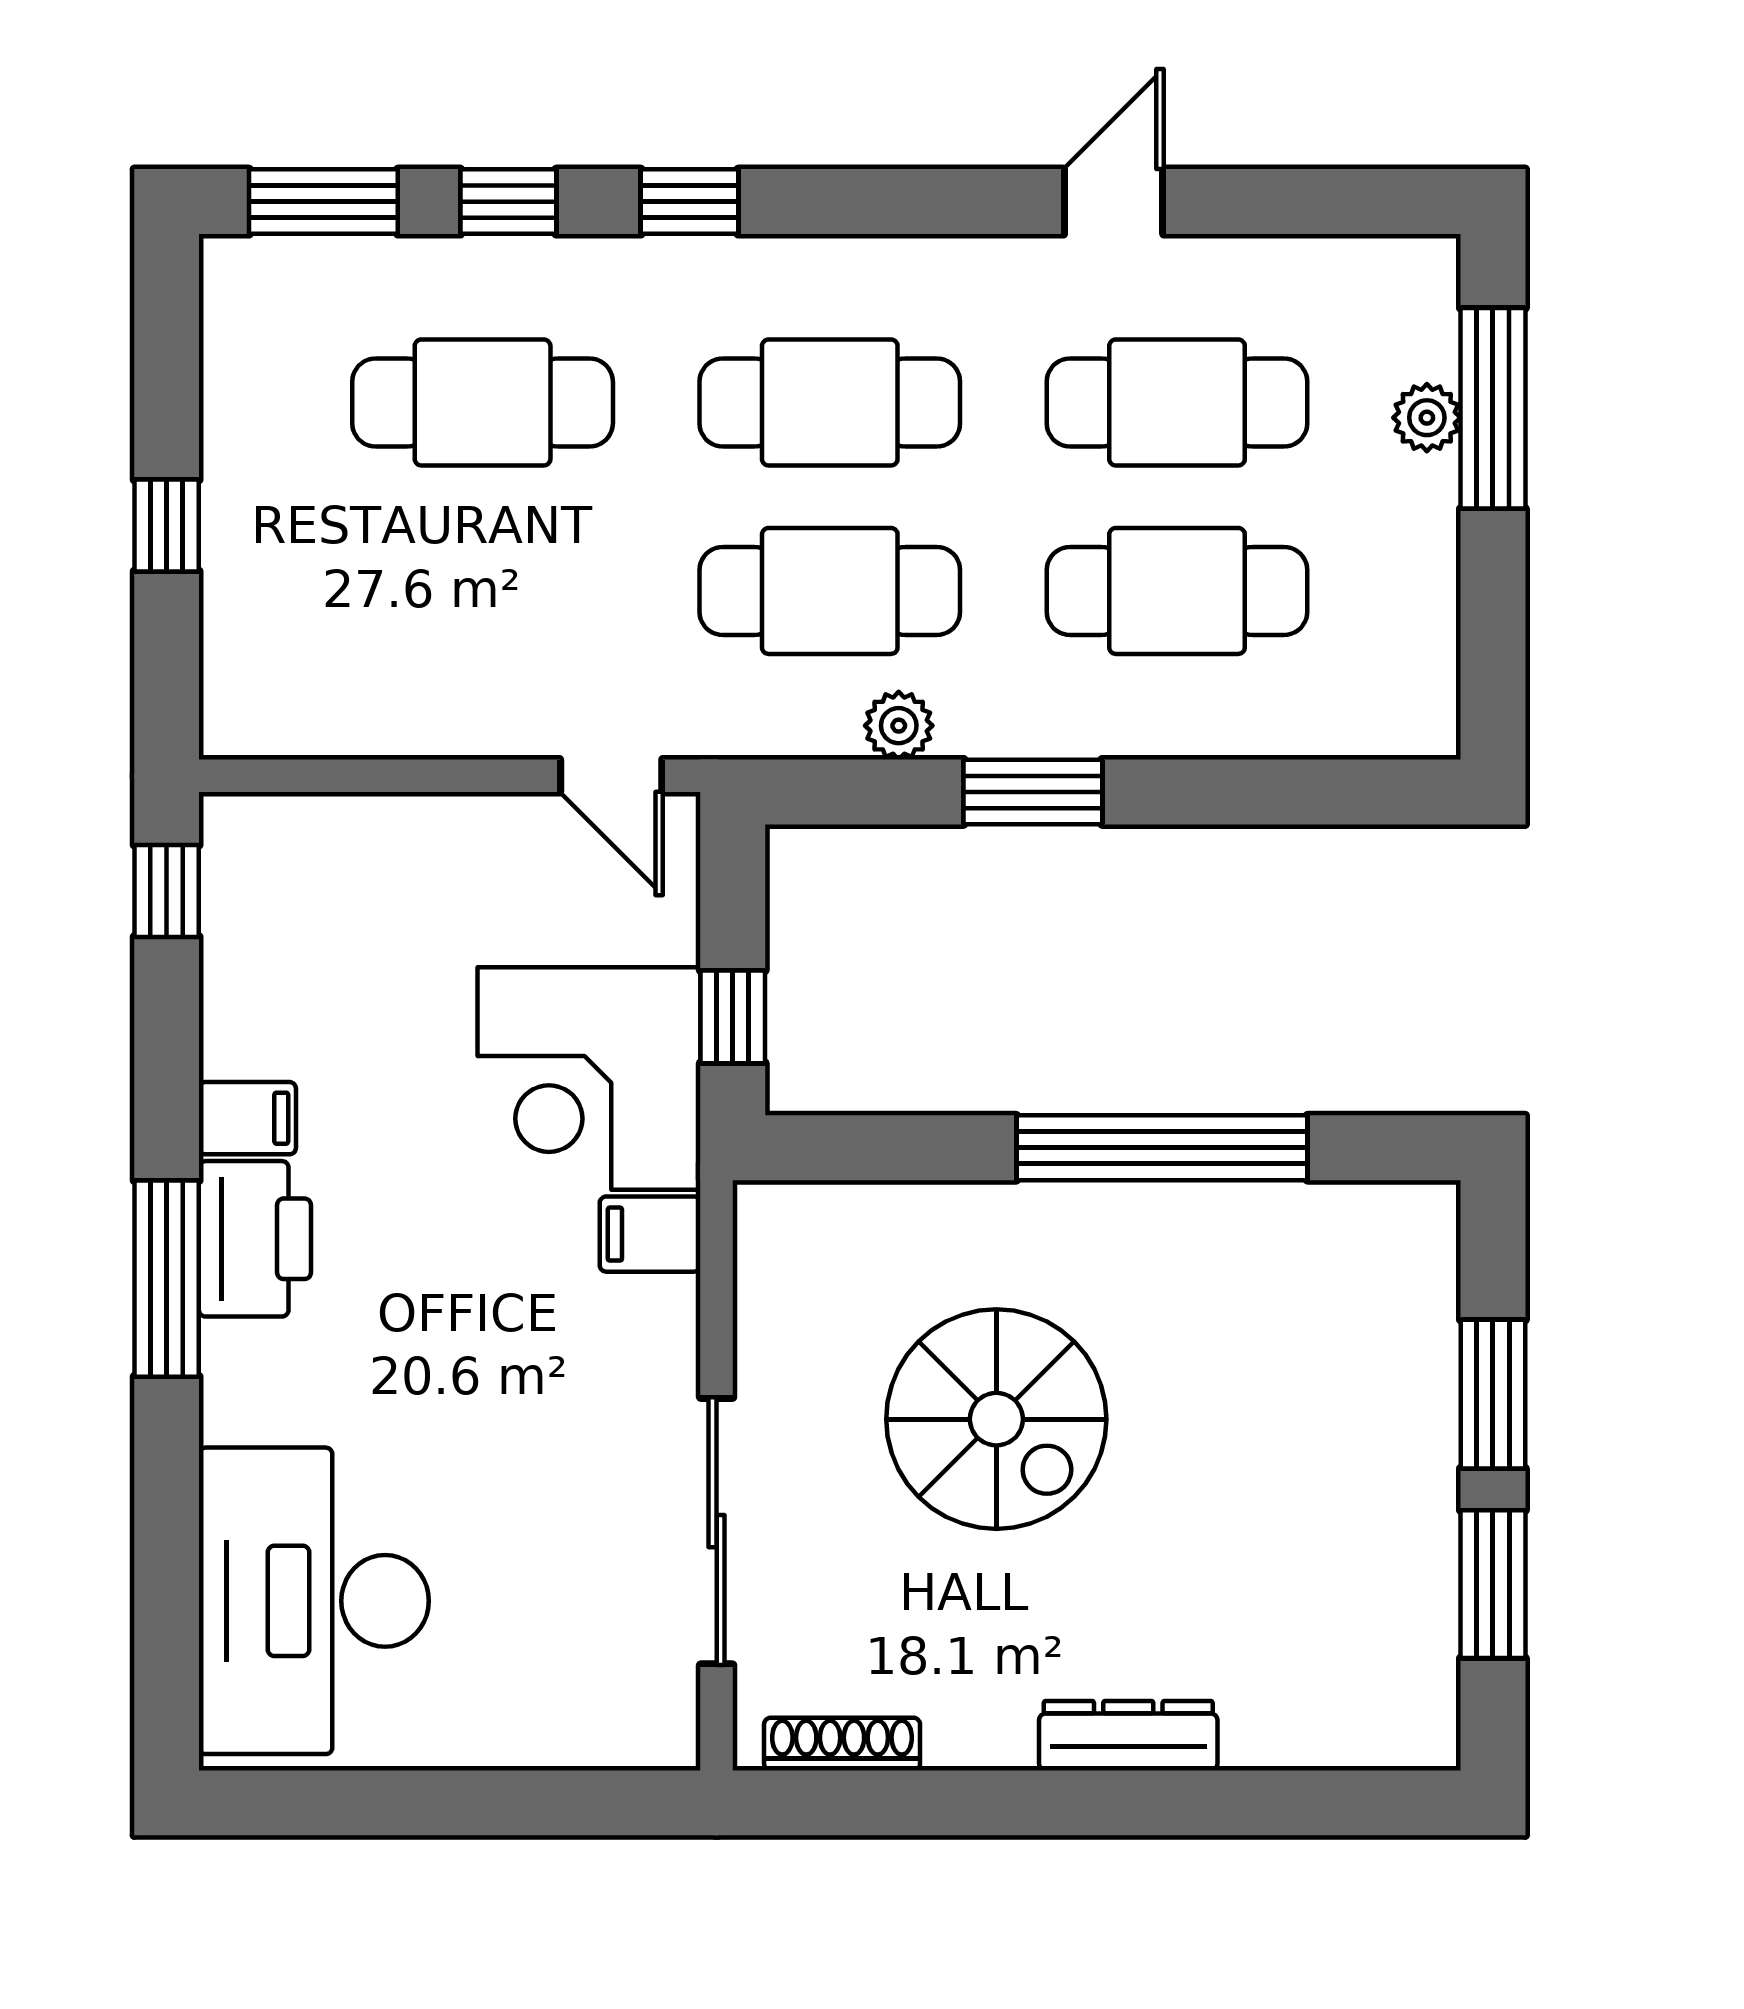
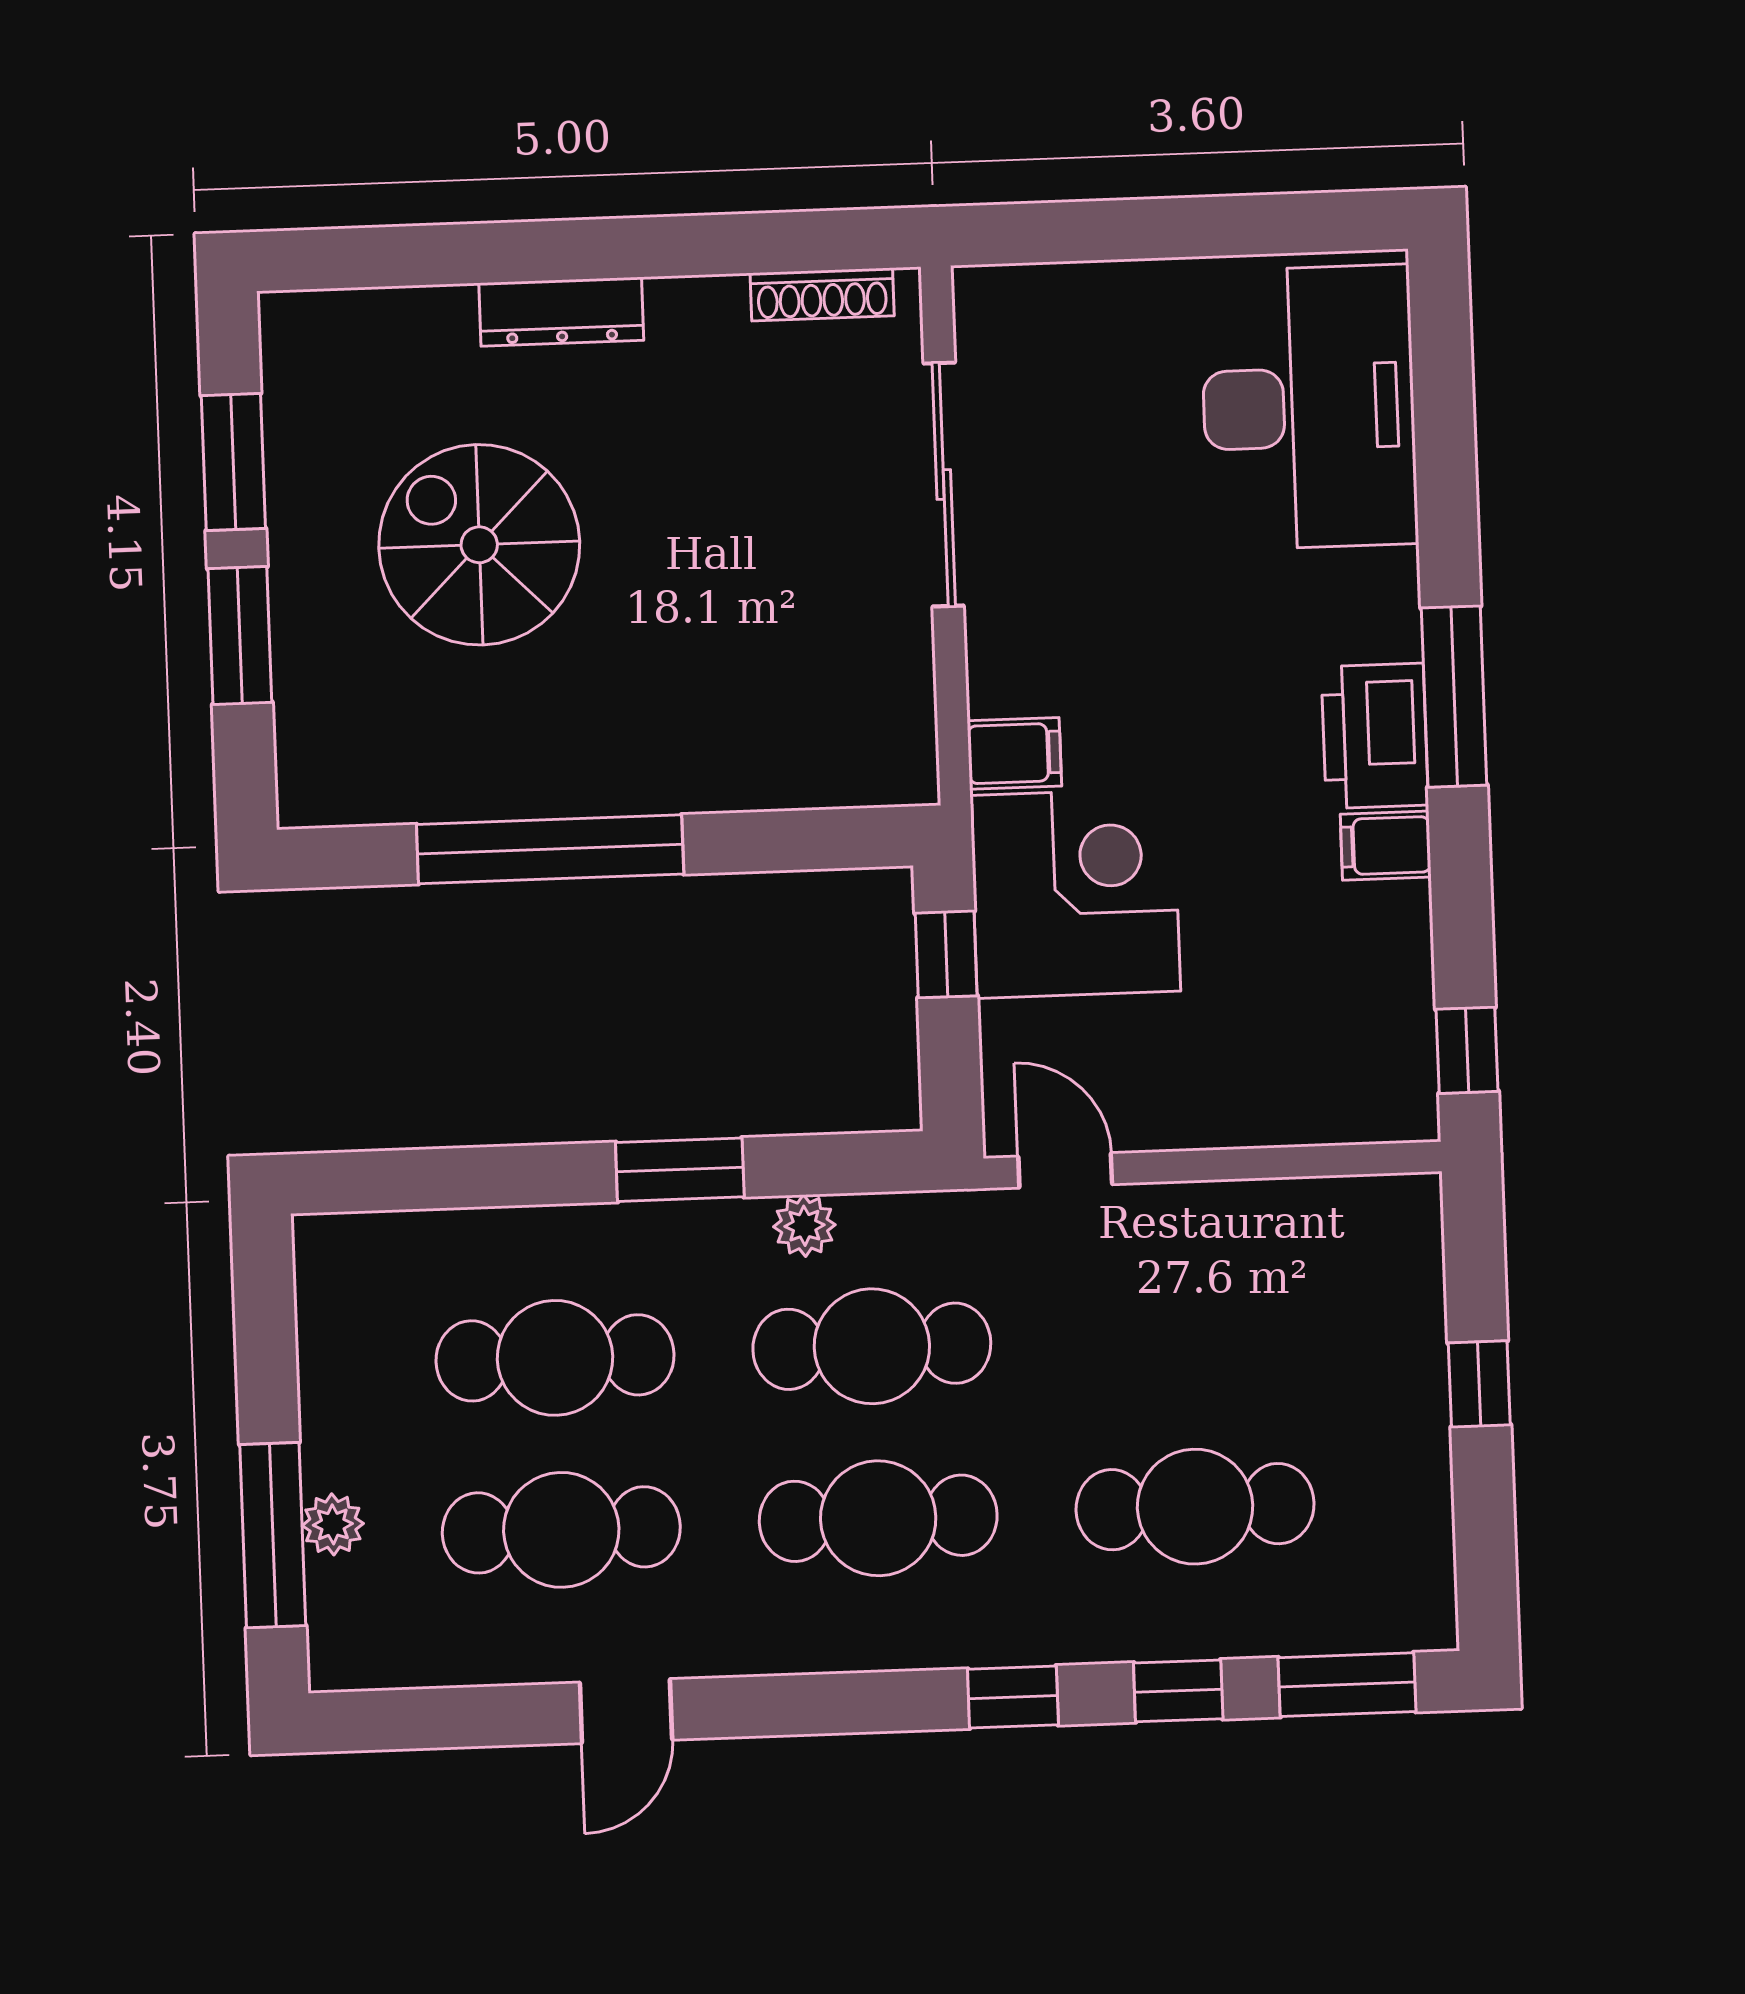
spiral stairs: (996, 1419) -> (479, 545), moved

